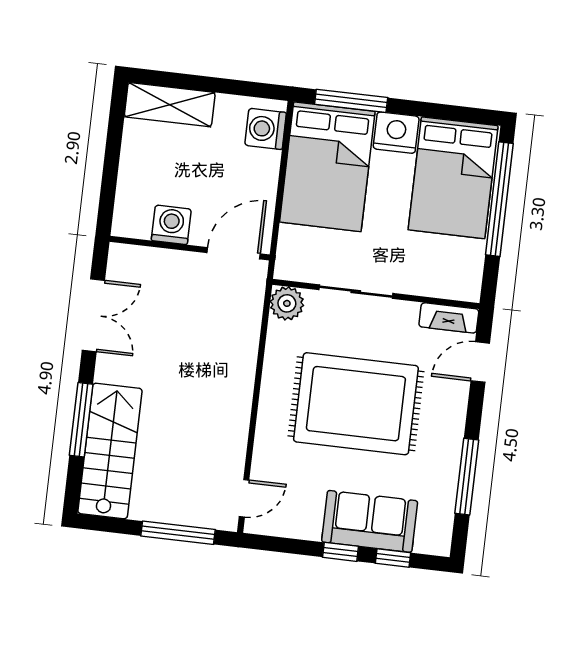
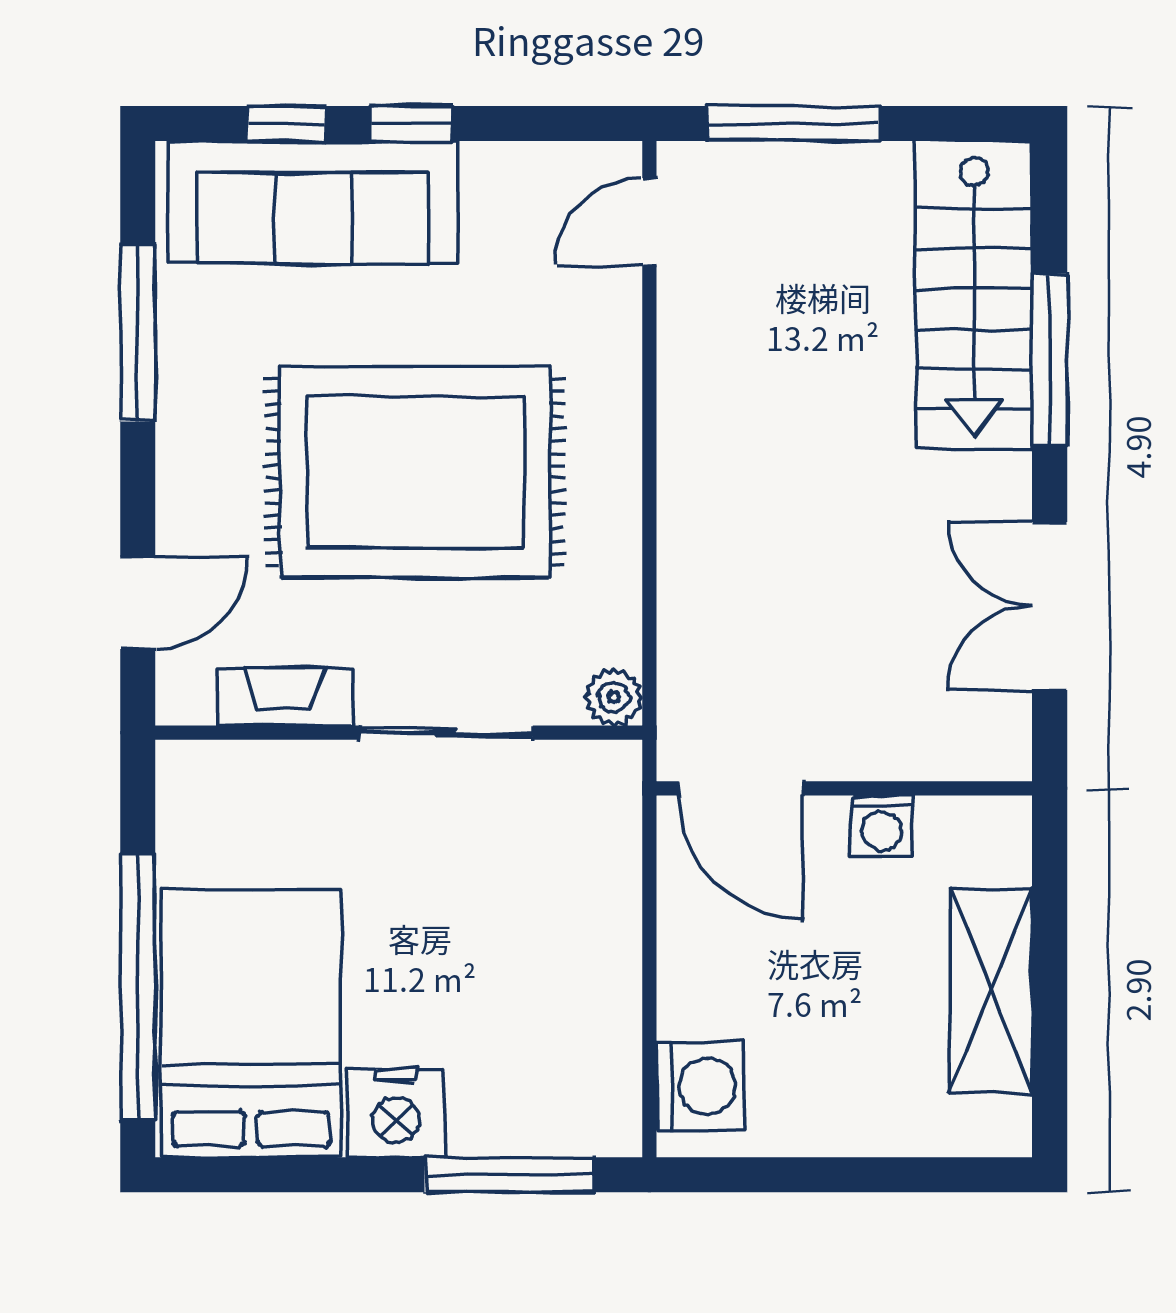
shelving: (170, 105) -> (991, 991), moved, turned 90
bed: (327, 167) -> (546, 1015), removed
washing machine: (171, 225) -> (882, 826), width x0.73, depth x0.73
door: (234, 253) -> (741, 788), hinge flipped
plant: (287, 303) -> (614, 697), width x0.73, depth x0.73
fireplace: (449, 318) -> (284, 697), moved
sofa: (370, 521) -> (313, 202), width x1.36

